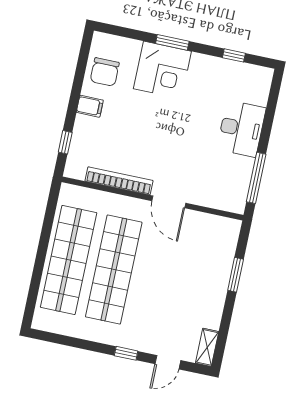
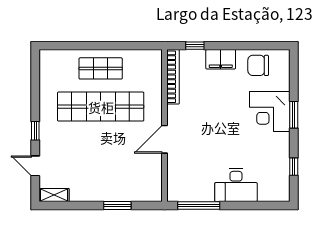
filing cabinet: (90, 106) -> (221, 59), width x2.00
bookcase: (119, 181) -> (173, 77), moved
shop shelf: (69, 260) -> (101, 68), width x0.50, depth x0.74

